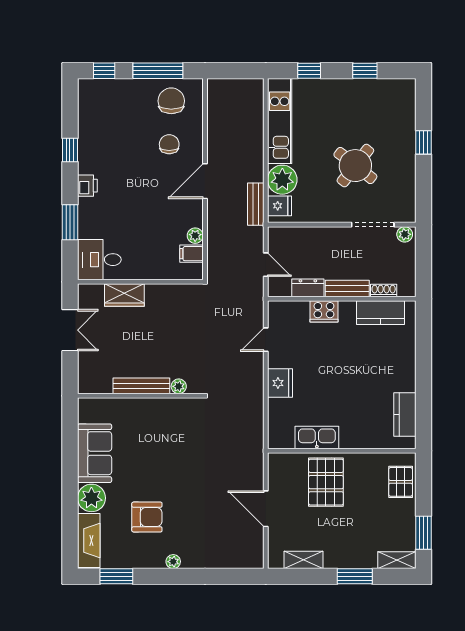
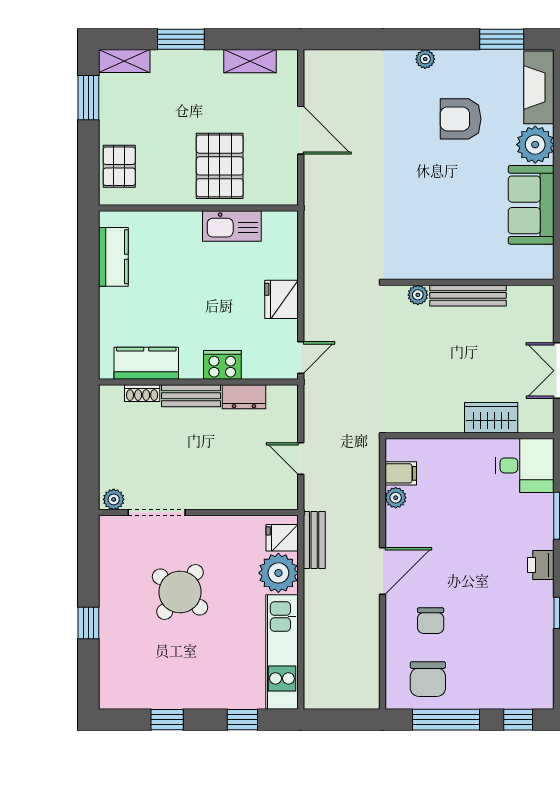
dresser: (308, 288) -> (244, 397), moved
bench: (347, 289) -> (191, 396), moved
shoe rack: (384, 291) -> (142, 393), moved
wall: (342, 299) -> (198, 382), moved
cooker: (324, 311) -> (222, 365), moved
kitchen counter: (380, 313) -> (146, 363), moved

